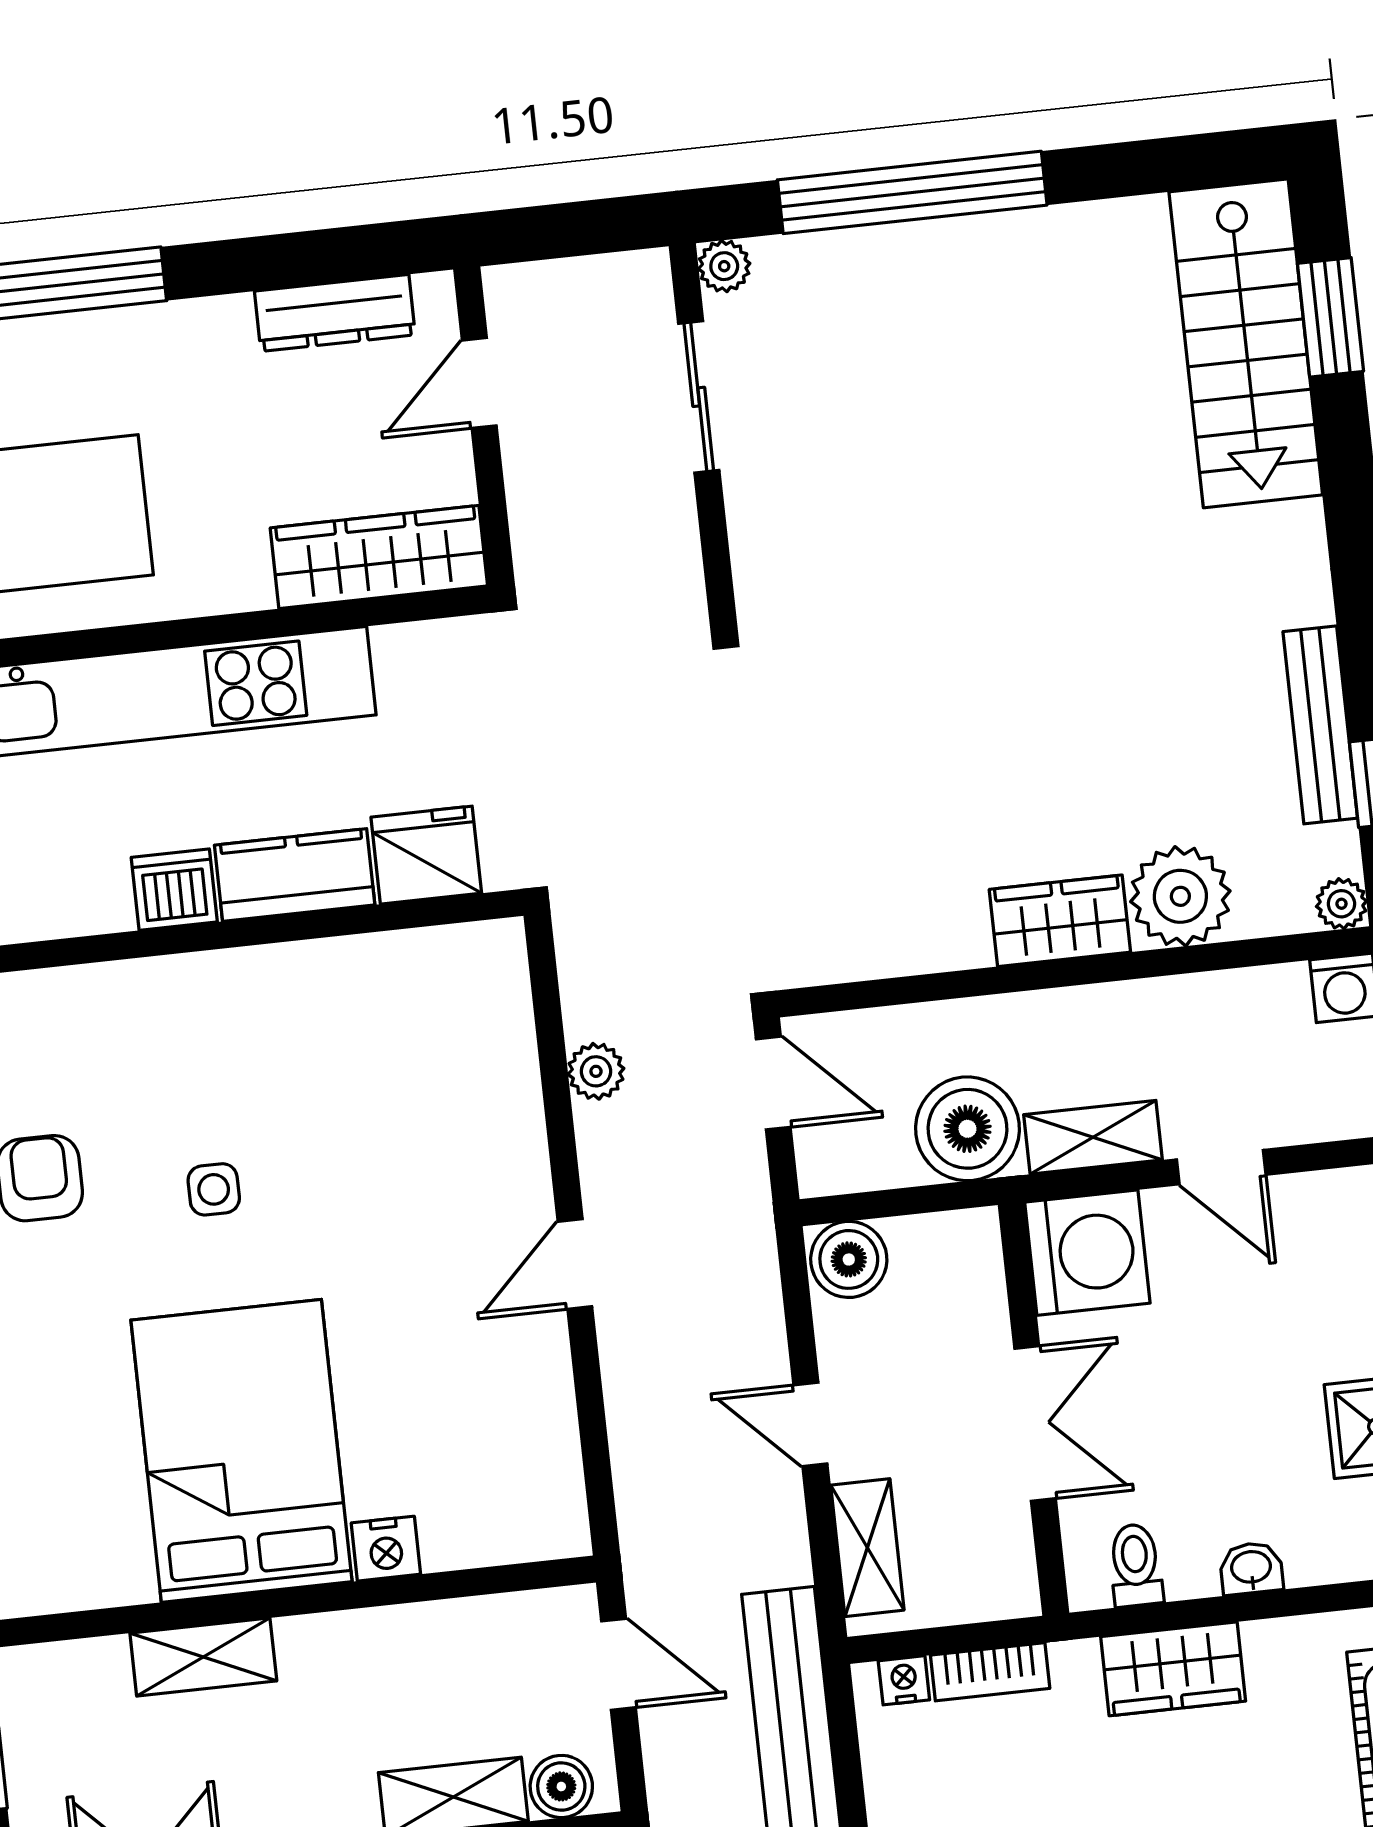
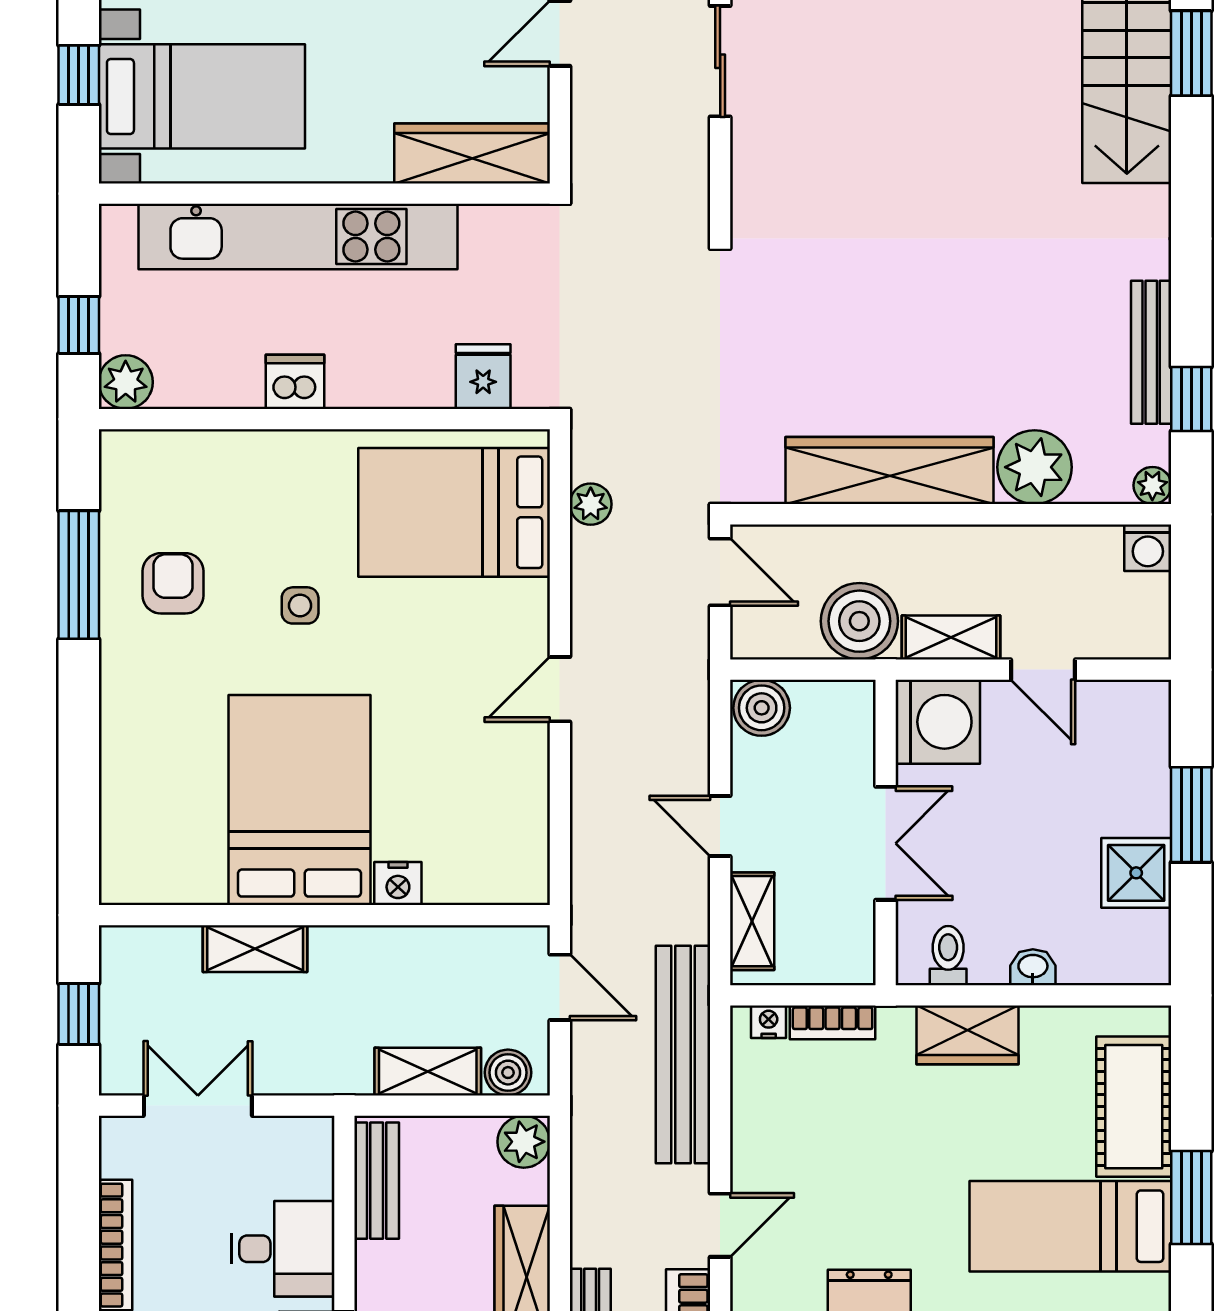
fridge: (426, 855) -> (483, 377), width x0.72
kitchen counter: (295, 875) -> (385, 381), removed
wardrobe: (1060, 921) -> (890, 471), width x2.10, depth x1.17
bed: (407, 1042) -> (454, 512), added
plant: (596, 1071) -> (591, 504), moved

